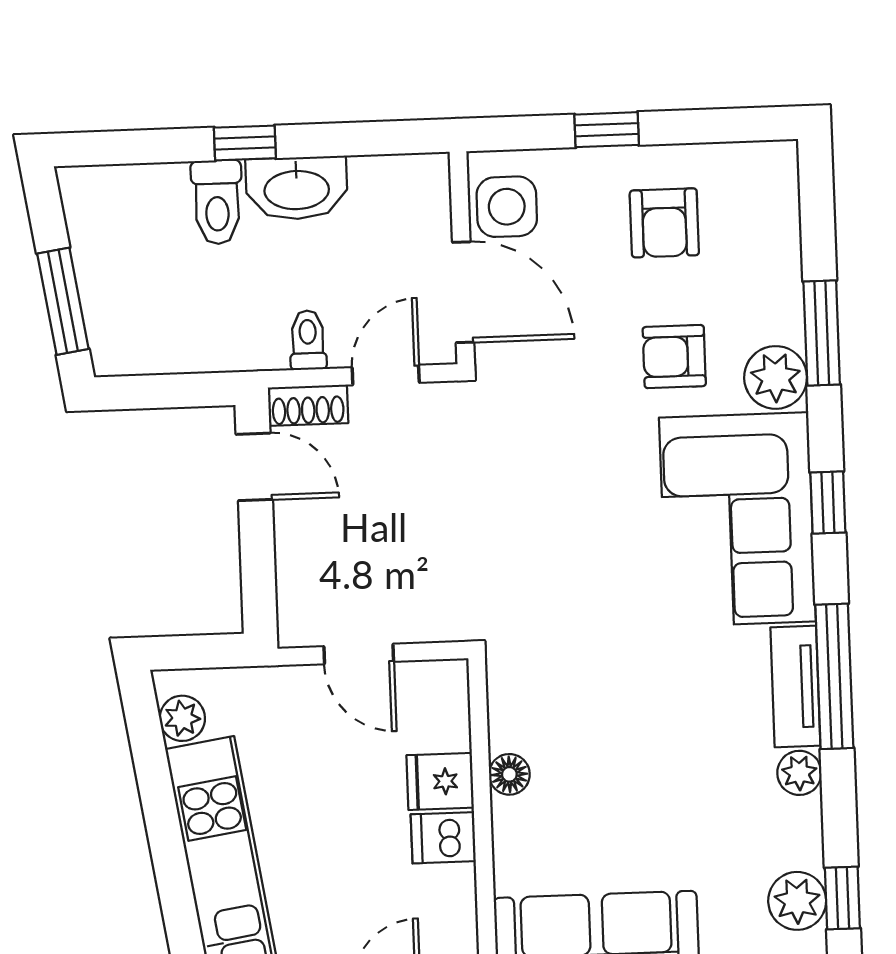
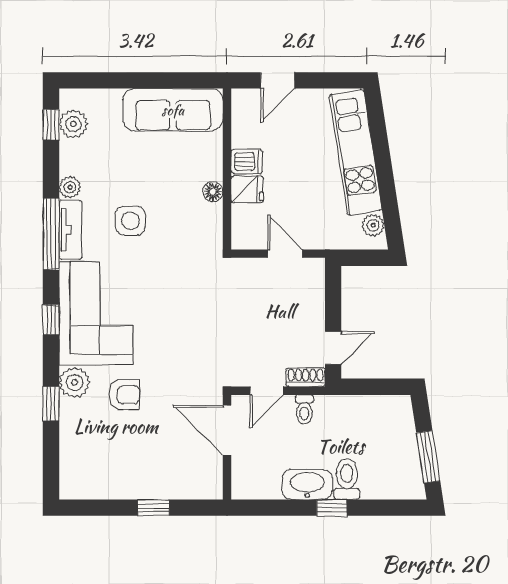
side table: (507, 207) -> (130, 221), moved
armchair: (664, 223) -> (127, 461), removed
window: (63, 301) -> (428, 457), moved
window: (822, 333) -> (51, 404), width x0.67
door: (254, 467) -> (333, 348), swing flipped

